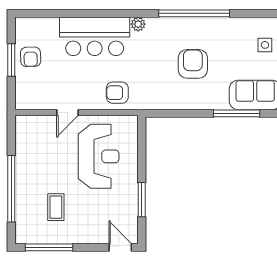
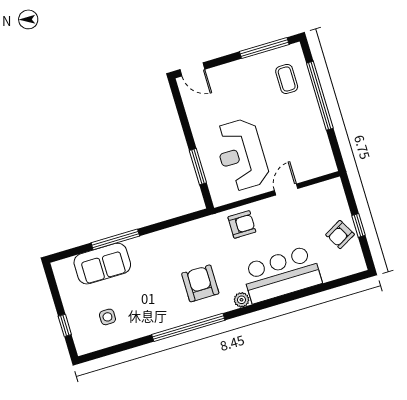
armchair: (31, 57) -> (340, 235), turned -117
window: (11, 60) -> (358, 225), width x0.67
armchair: (193, 64) -> (200, 283), moved, turned 180
window: (142, 200) -> (198, 167), moved
coffee table: (56, 207) -> (287, 79), moved

